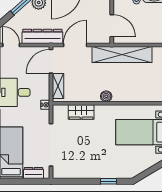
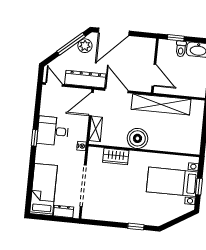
door: (75, 45) -> (116, 91), hinge flipped
boiler: (106, 96) -> (137, 138), width x1.86, depth x1.86

